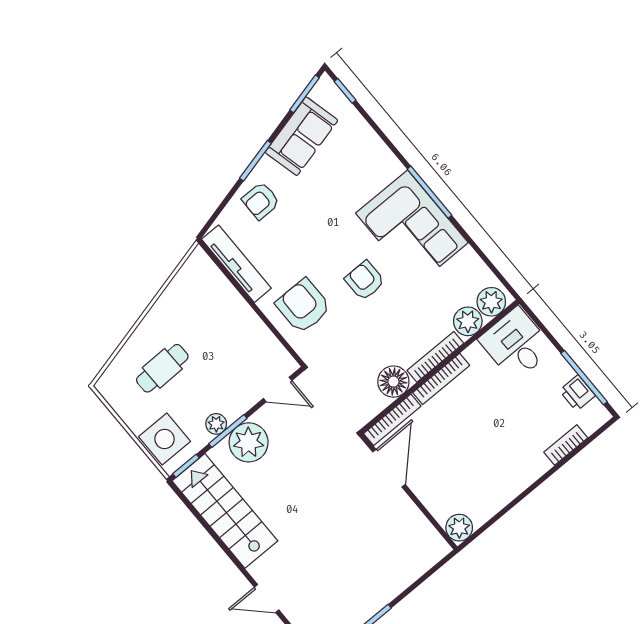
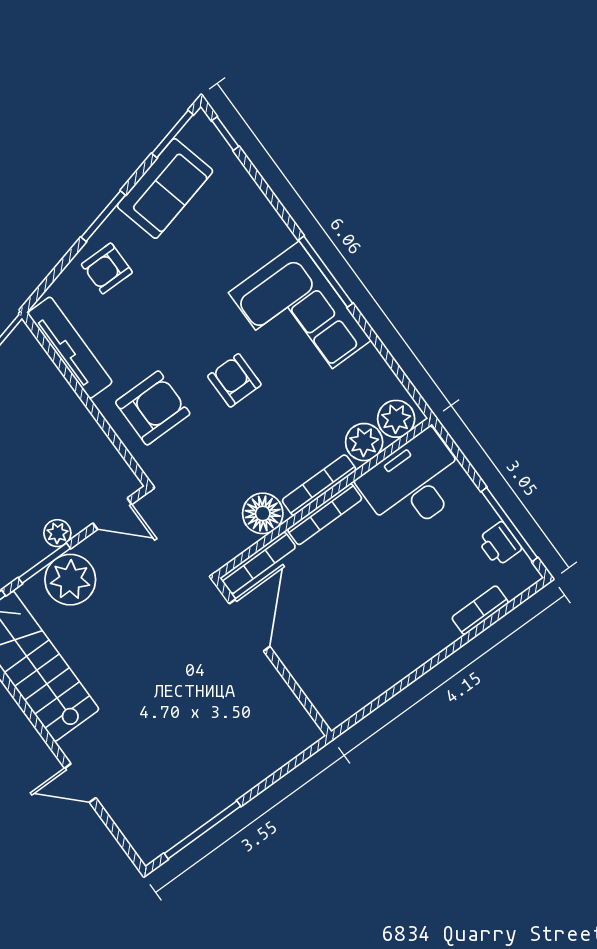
armchair: (303, 306) -> (153, 408), turned 90
desk: (516, 344) -> (414, 483), width x1.37
plant: (216, 424) -> (57, 533), moved
plant: (459, 528) -> (335, 708), removed

